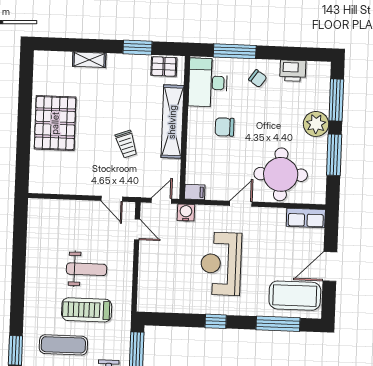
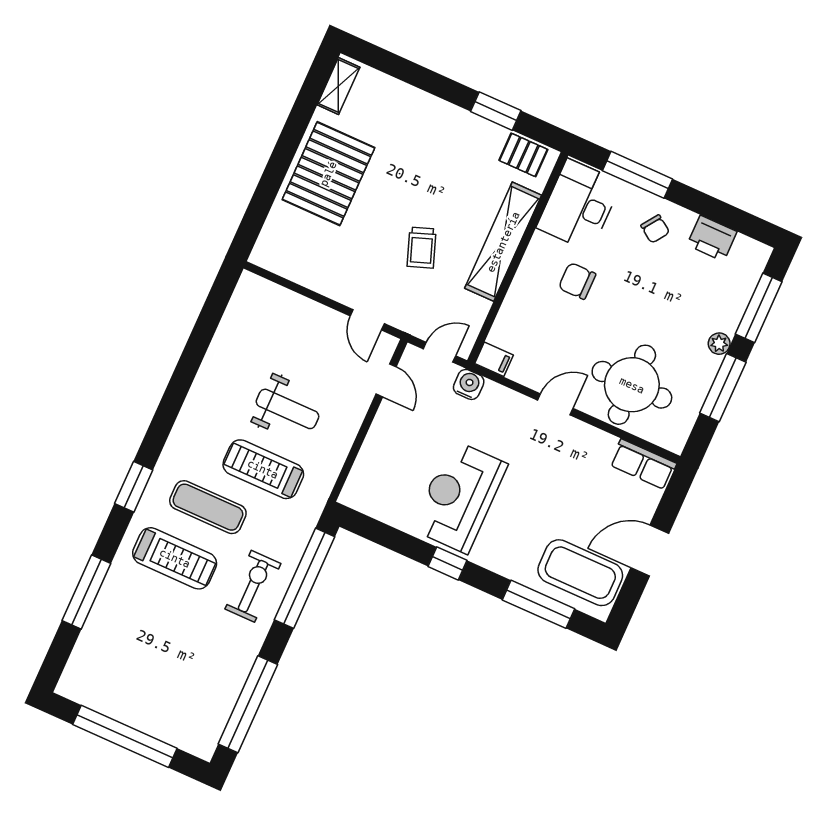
shelving: (89, 60) -> (338, 86), moved, turned 90
plant: (316, 124) -> (719, 344), width x0.53, depth x0.53
reception desk: (221, 264) -> (459, 497), moved

